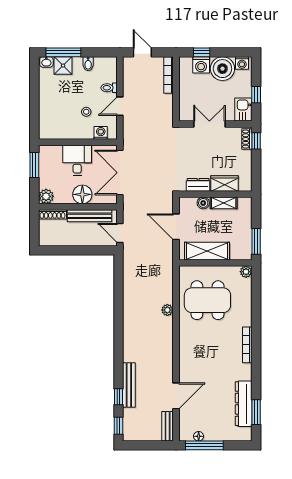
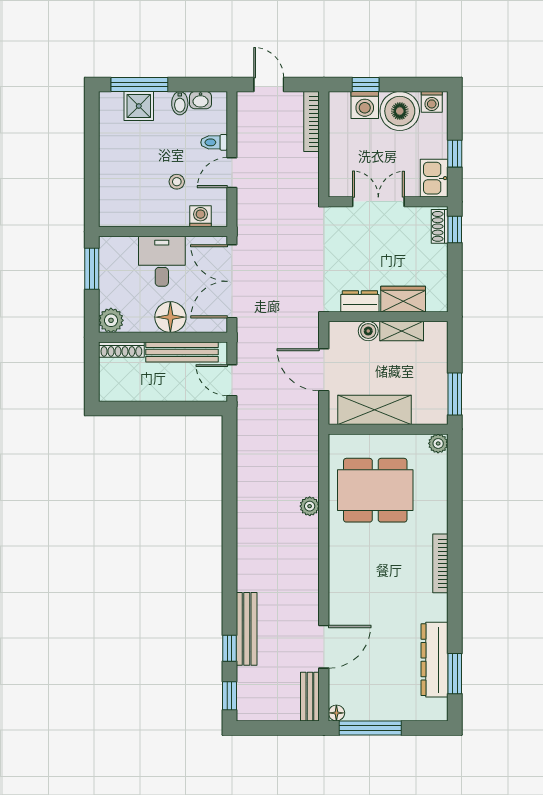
washbasin: (46, 62) -> (201, 100), moved
floor lamp: (199, 436) -> (336, 713), moved

